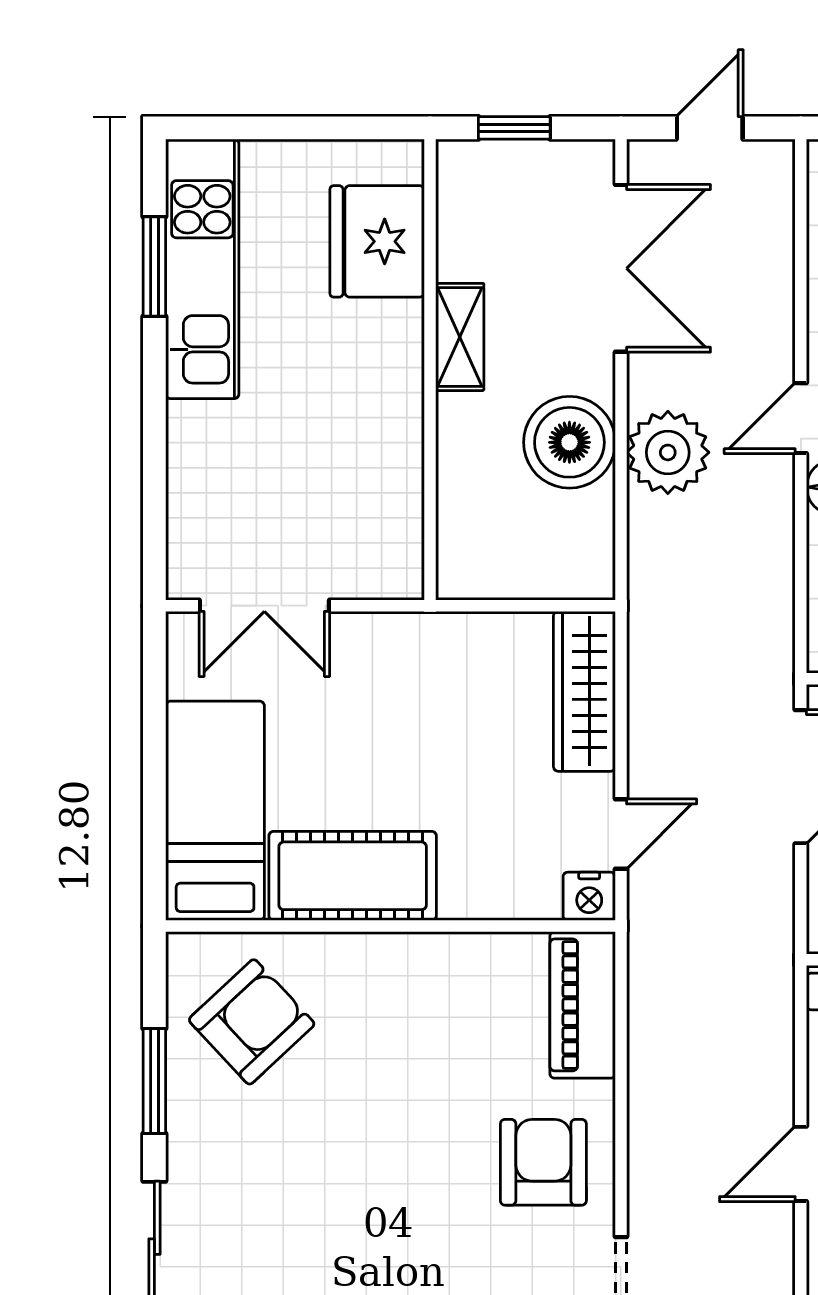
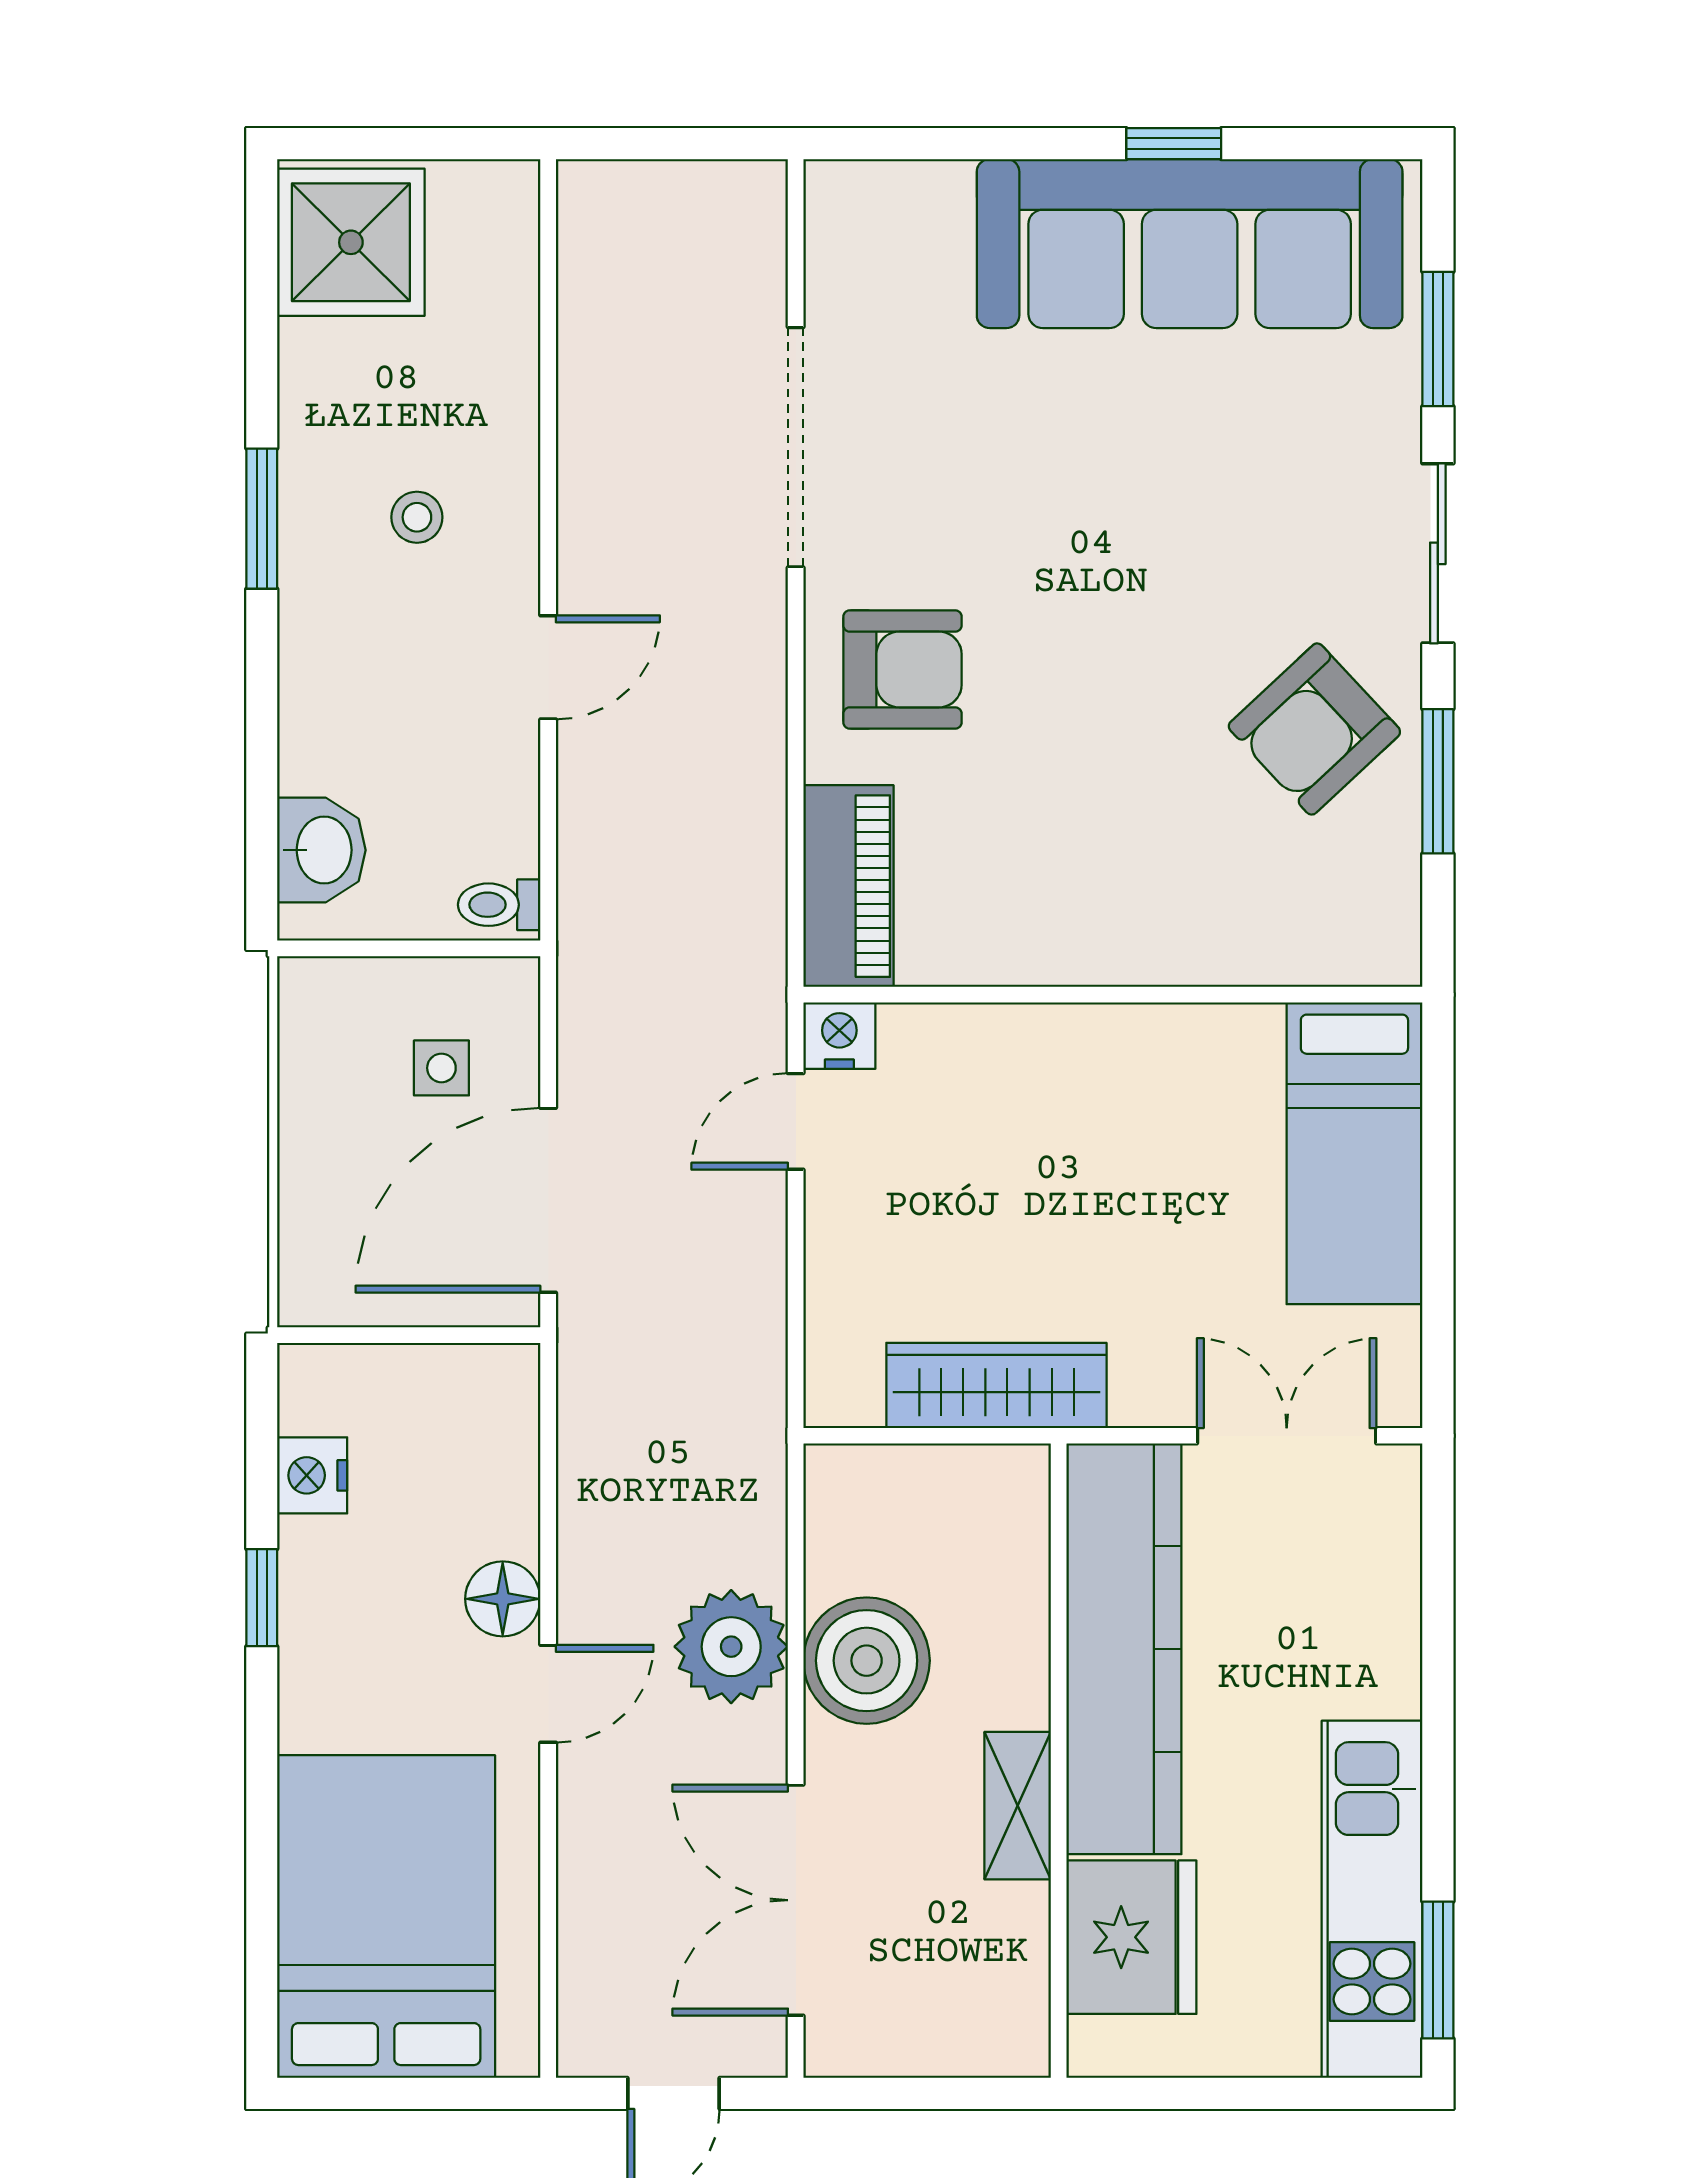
window: (514, 128) -> (943, 2093), removed
window: (154, 267) -> (1438, 1970), moved
kitchen counter: (382, 451) -> (1124, 1649), added
wardrobe: (584, 691) -> (996, 1385), moved, turned -90
cot: (353, 876) -> (1165, 1064), removed
armchair: (252, 1022) -> (1314, 729), moved
armchair: (543, 1162) -> (902, 669), turned -90

